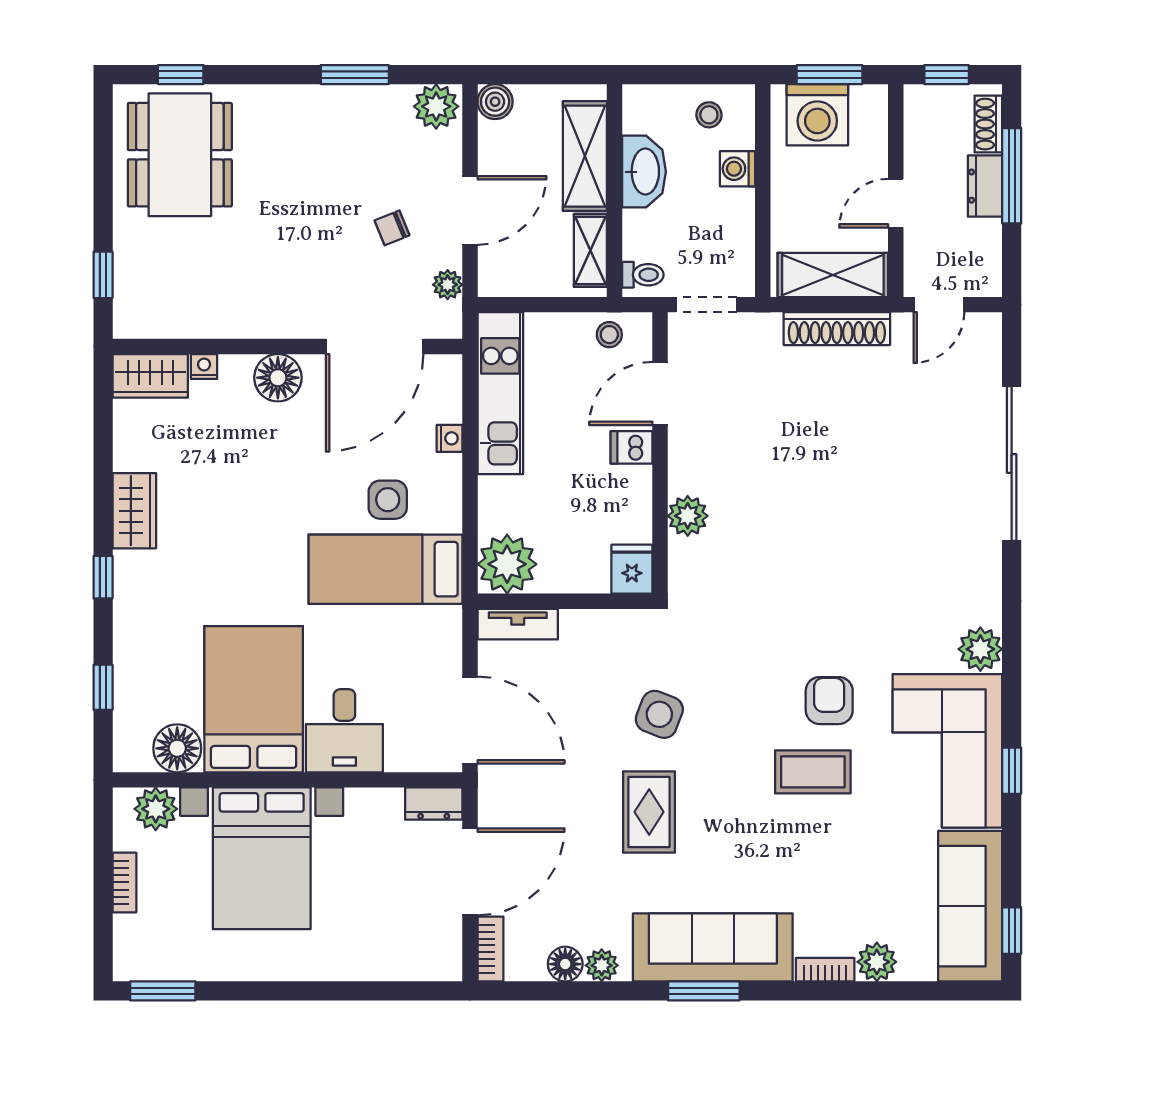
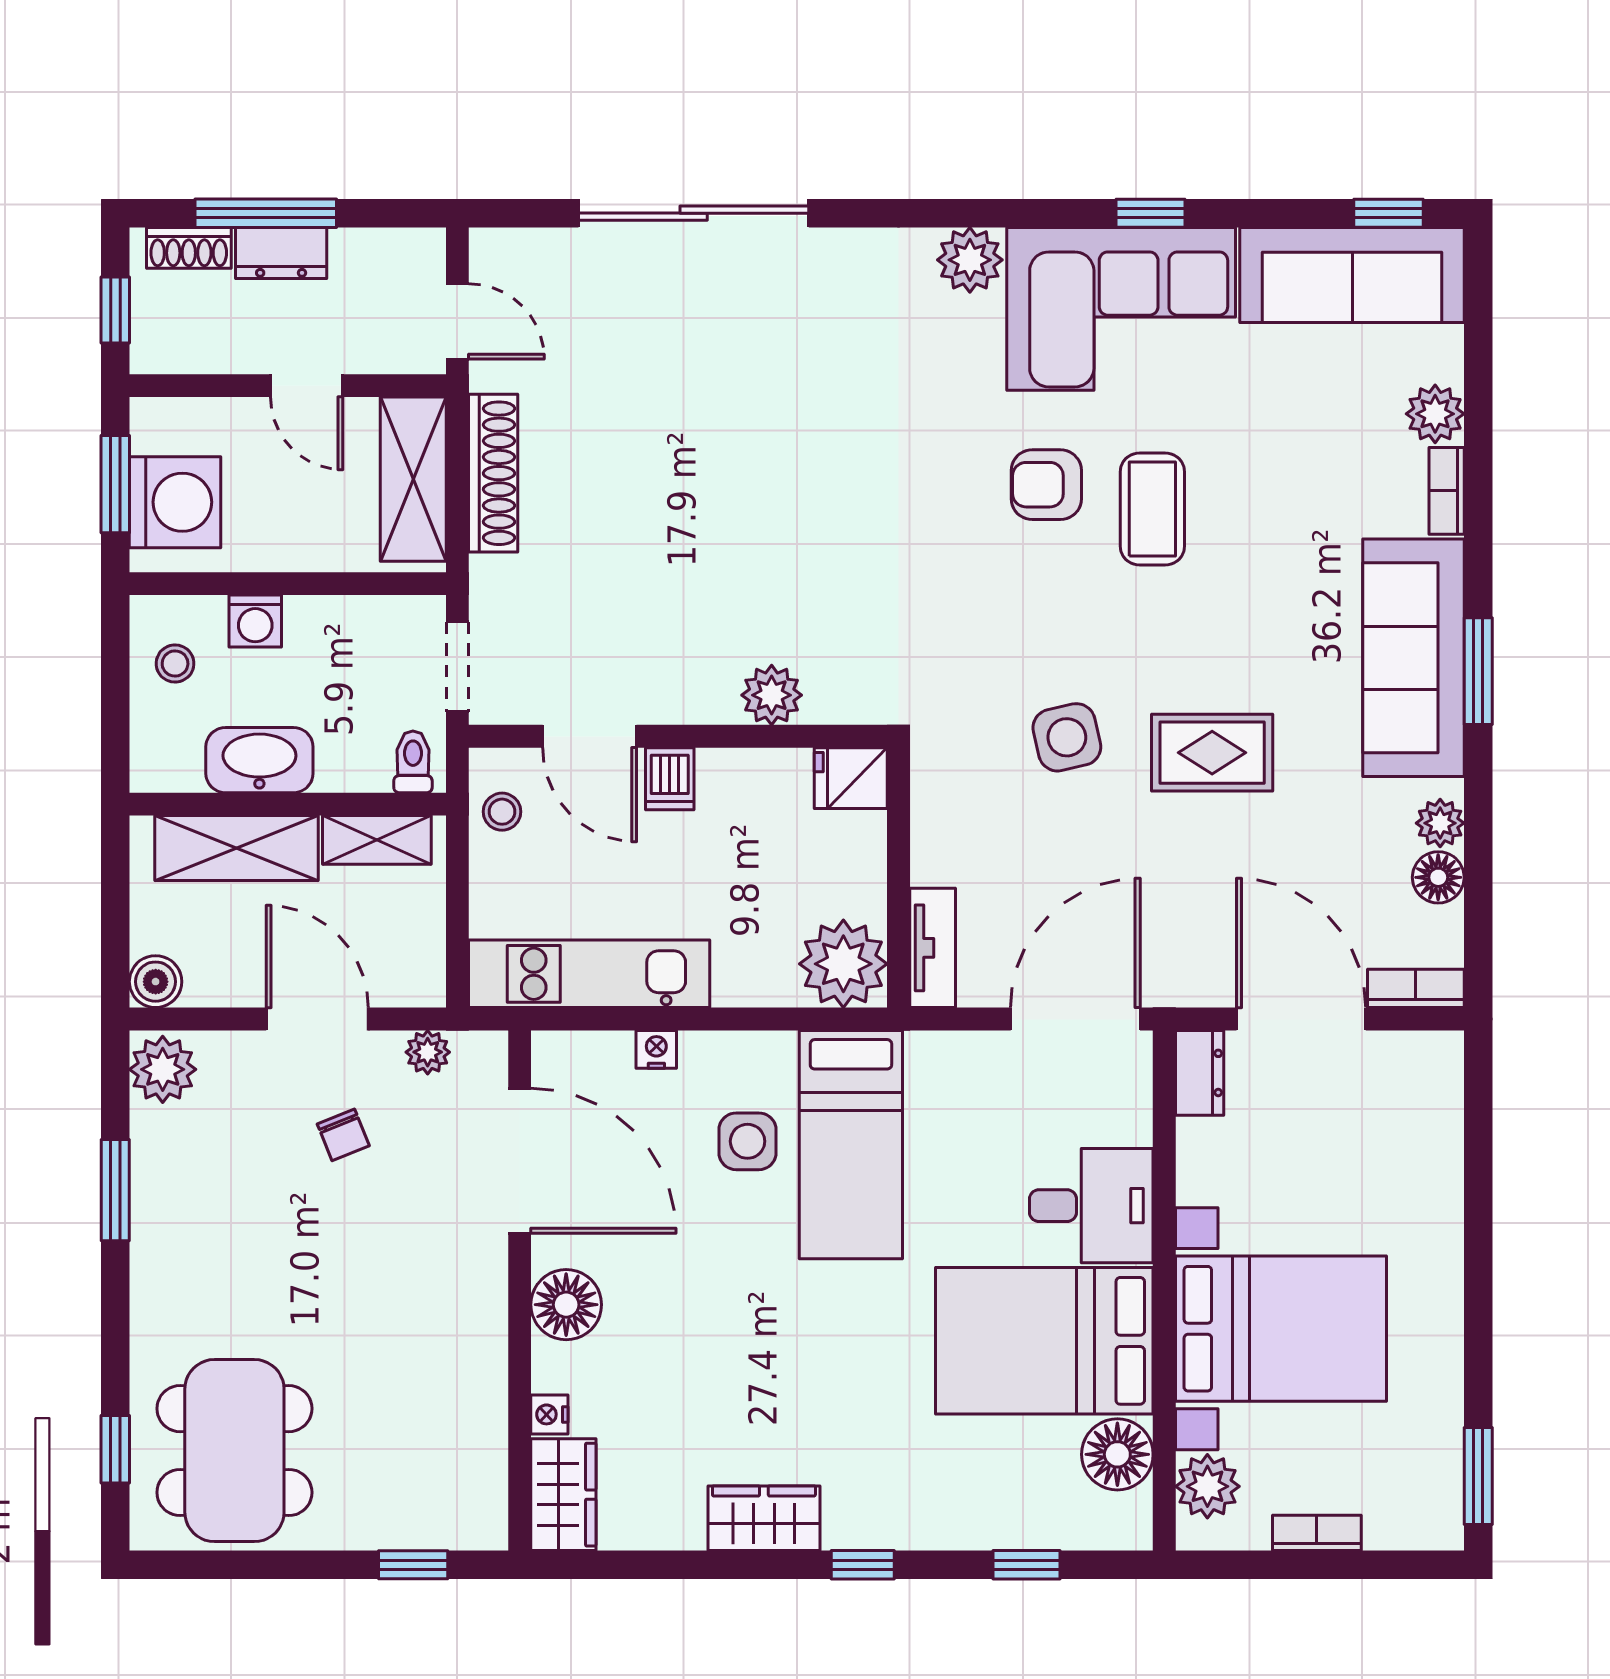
dining table: (180, 155) -> (234, 1451), turned 90
side table: (659, 714) -> (1067, 737), turned -34

